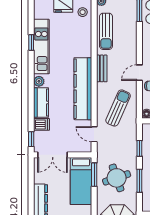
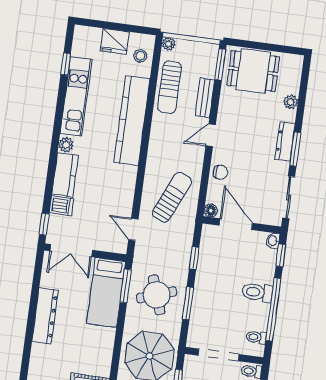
window: (31, 43) -> (66, 64), moved
bench: (102, 68) -> (205, 98), moved
door: (139, 73) -> (211, 135), moved
kitchen counter: (83, 89) -> (132, 120), moved

